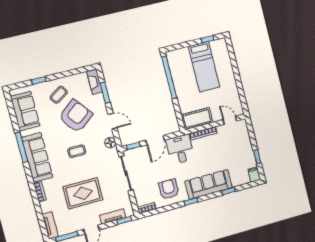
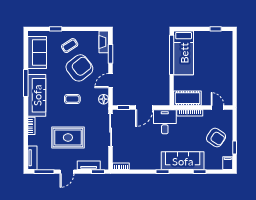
bed: (204, 67) -> (184, 53), moved
door: (112, 121) -> (111, 81), swing flipped
armchair: (169, 189) -> (216, 137), moved, turned 124

